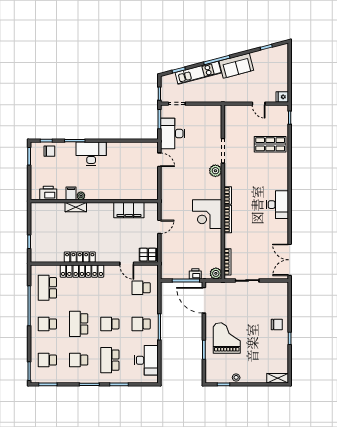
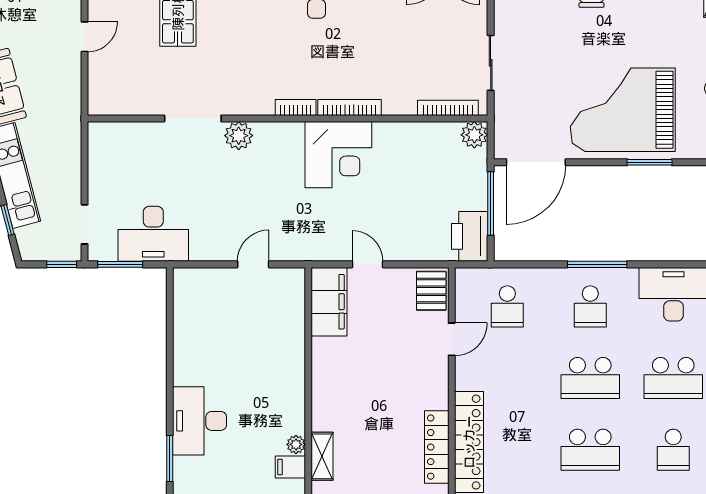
door: (159, 160) -> (253, 264), moved
filing cabinet: (129, 210) -> (329, 302), moved
printer: (195, 274) -> (470, 236), moved, width x1.87, depth x1.48
school desk: (110, 324) -> (590, 378), width x1.85
grand piano: (227, 338) -> (623, 110), width x1.37, depth x1.48

